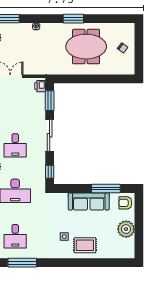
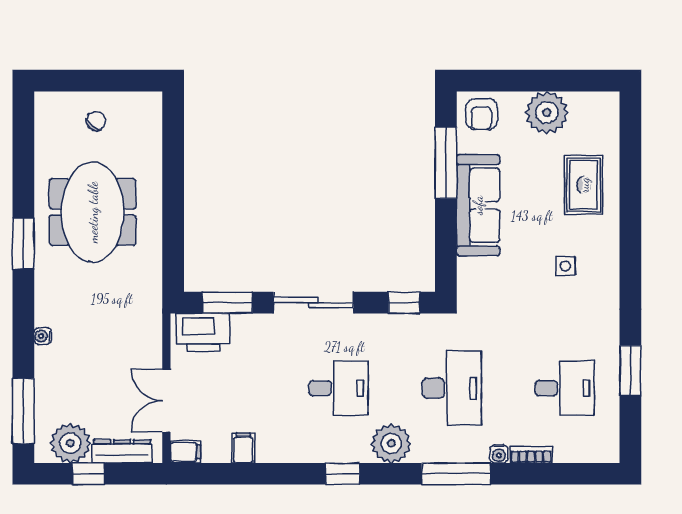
printer: (40, 86) -> (203, 332), width x1.87, depth x1.48
rug: (85, 245) -> (584, 185), moved
window: (22, 263) -> (630, 371), width x0.69

